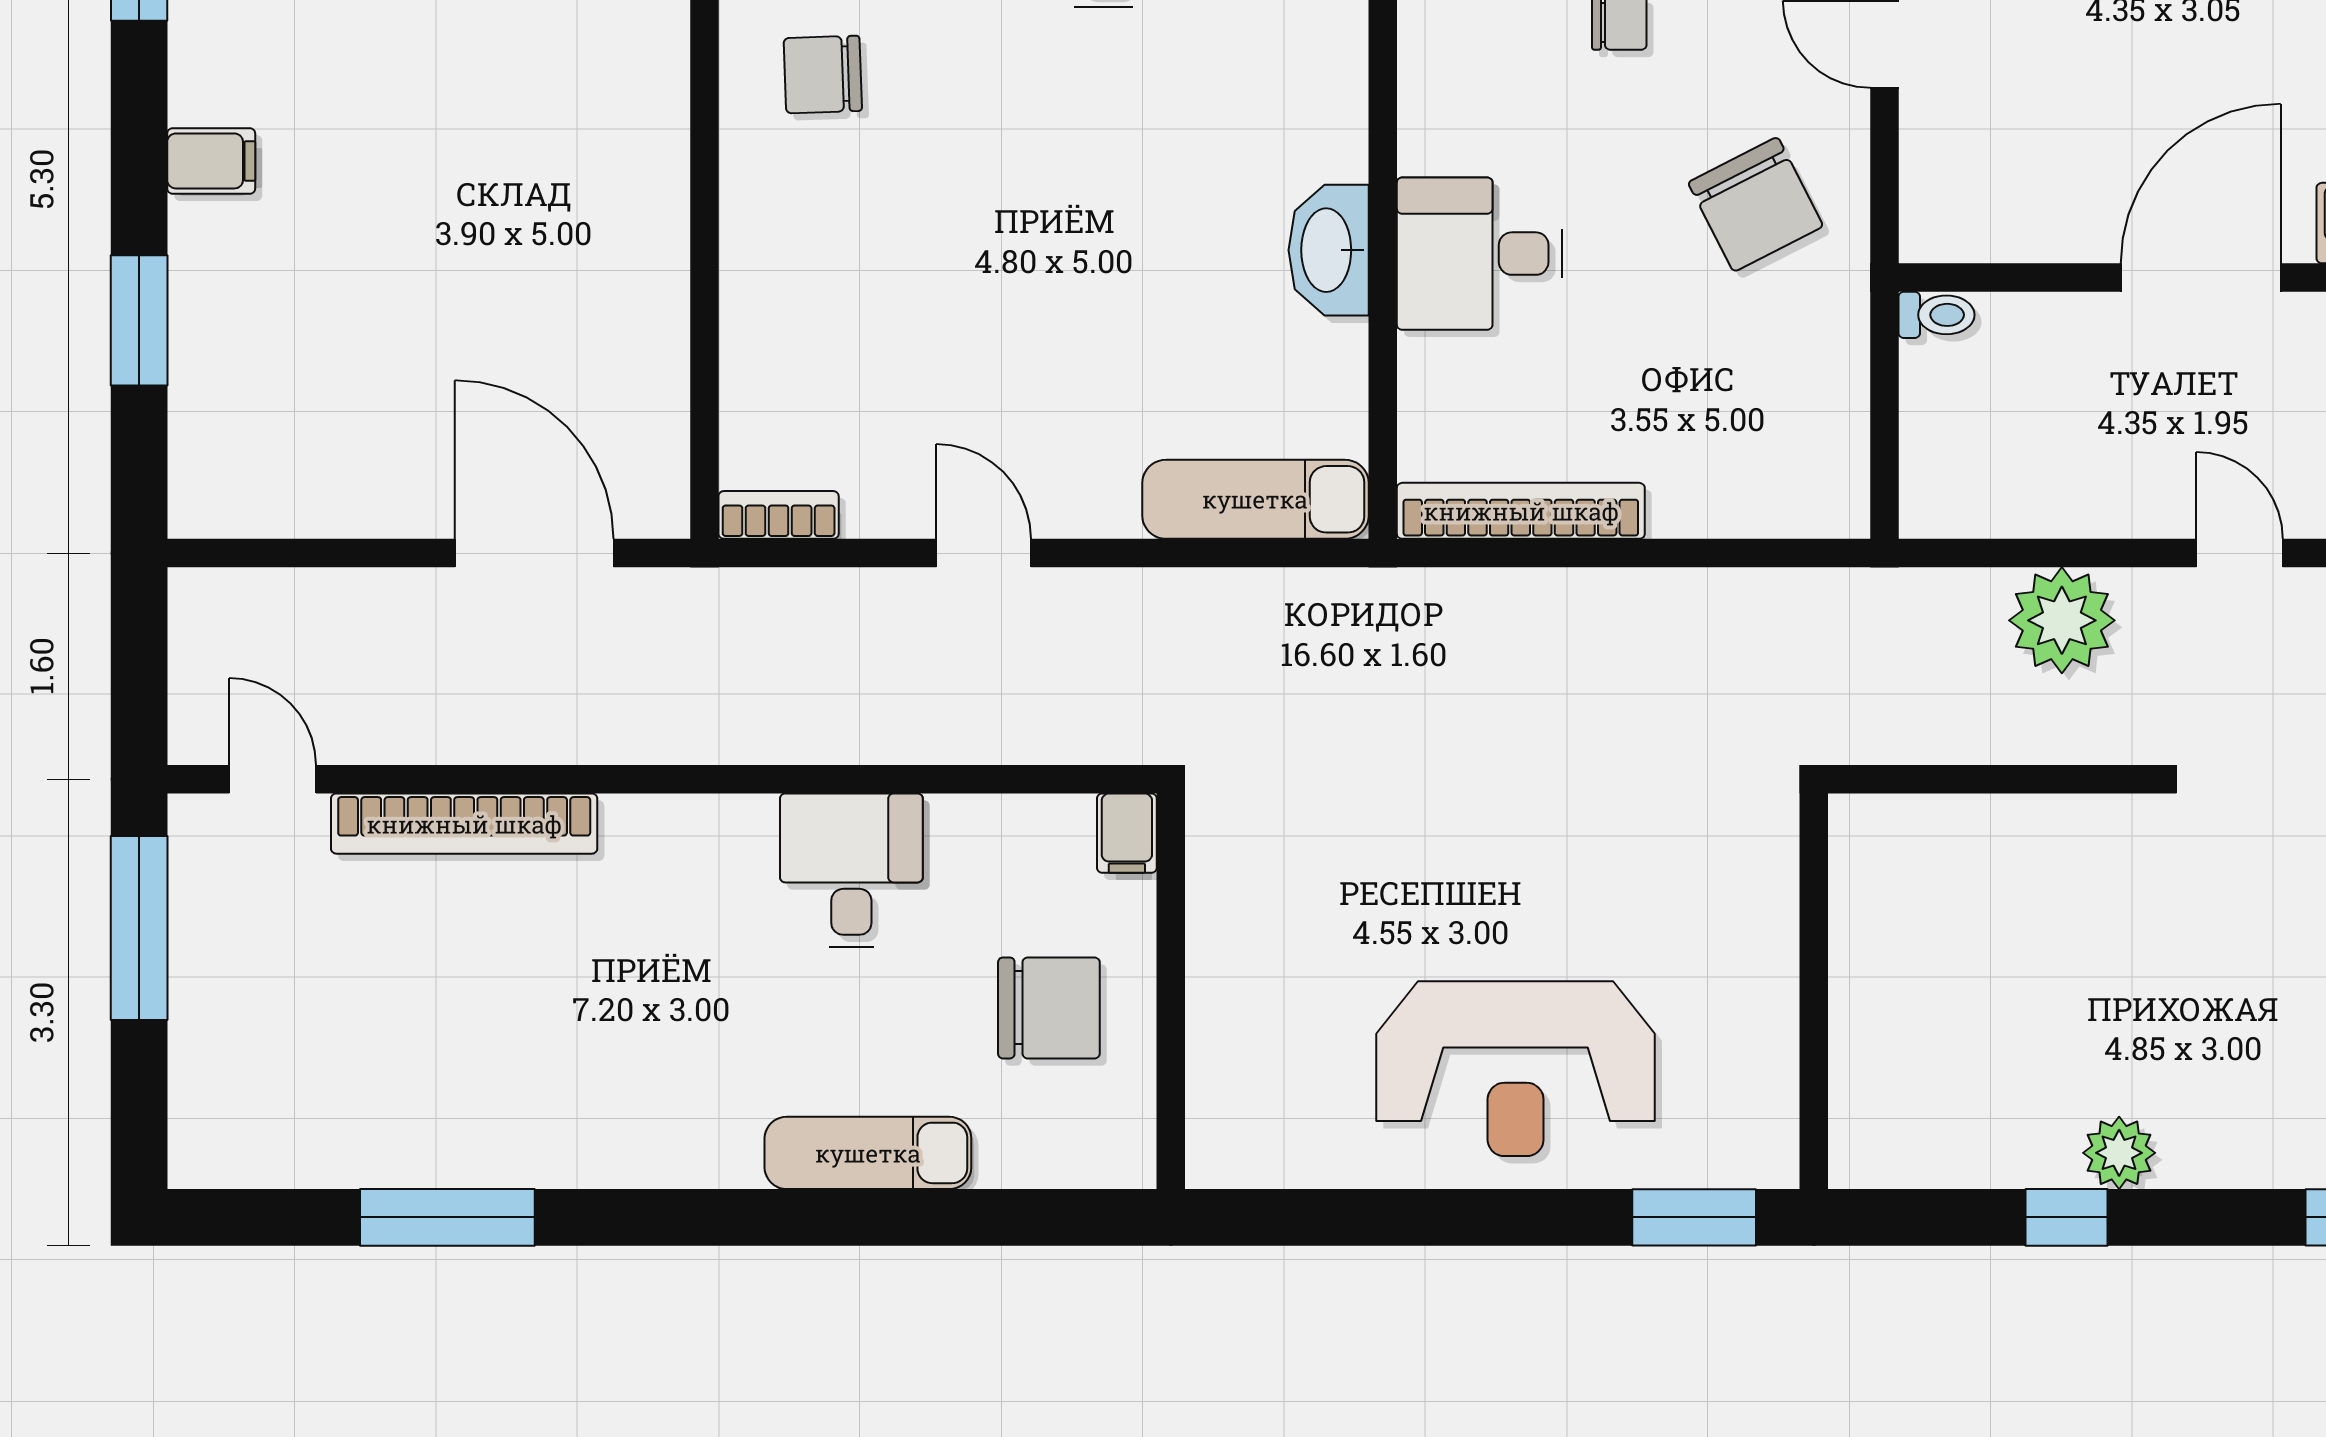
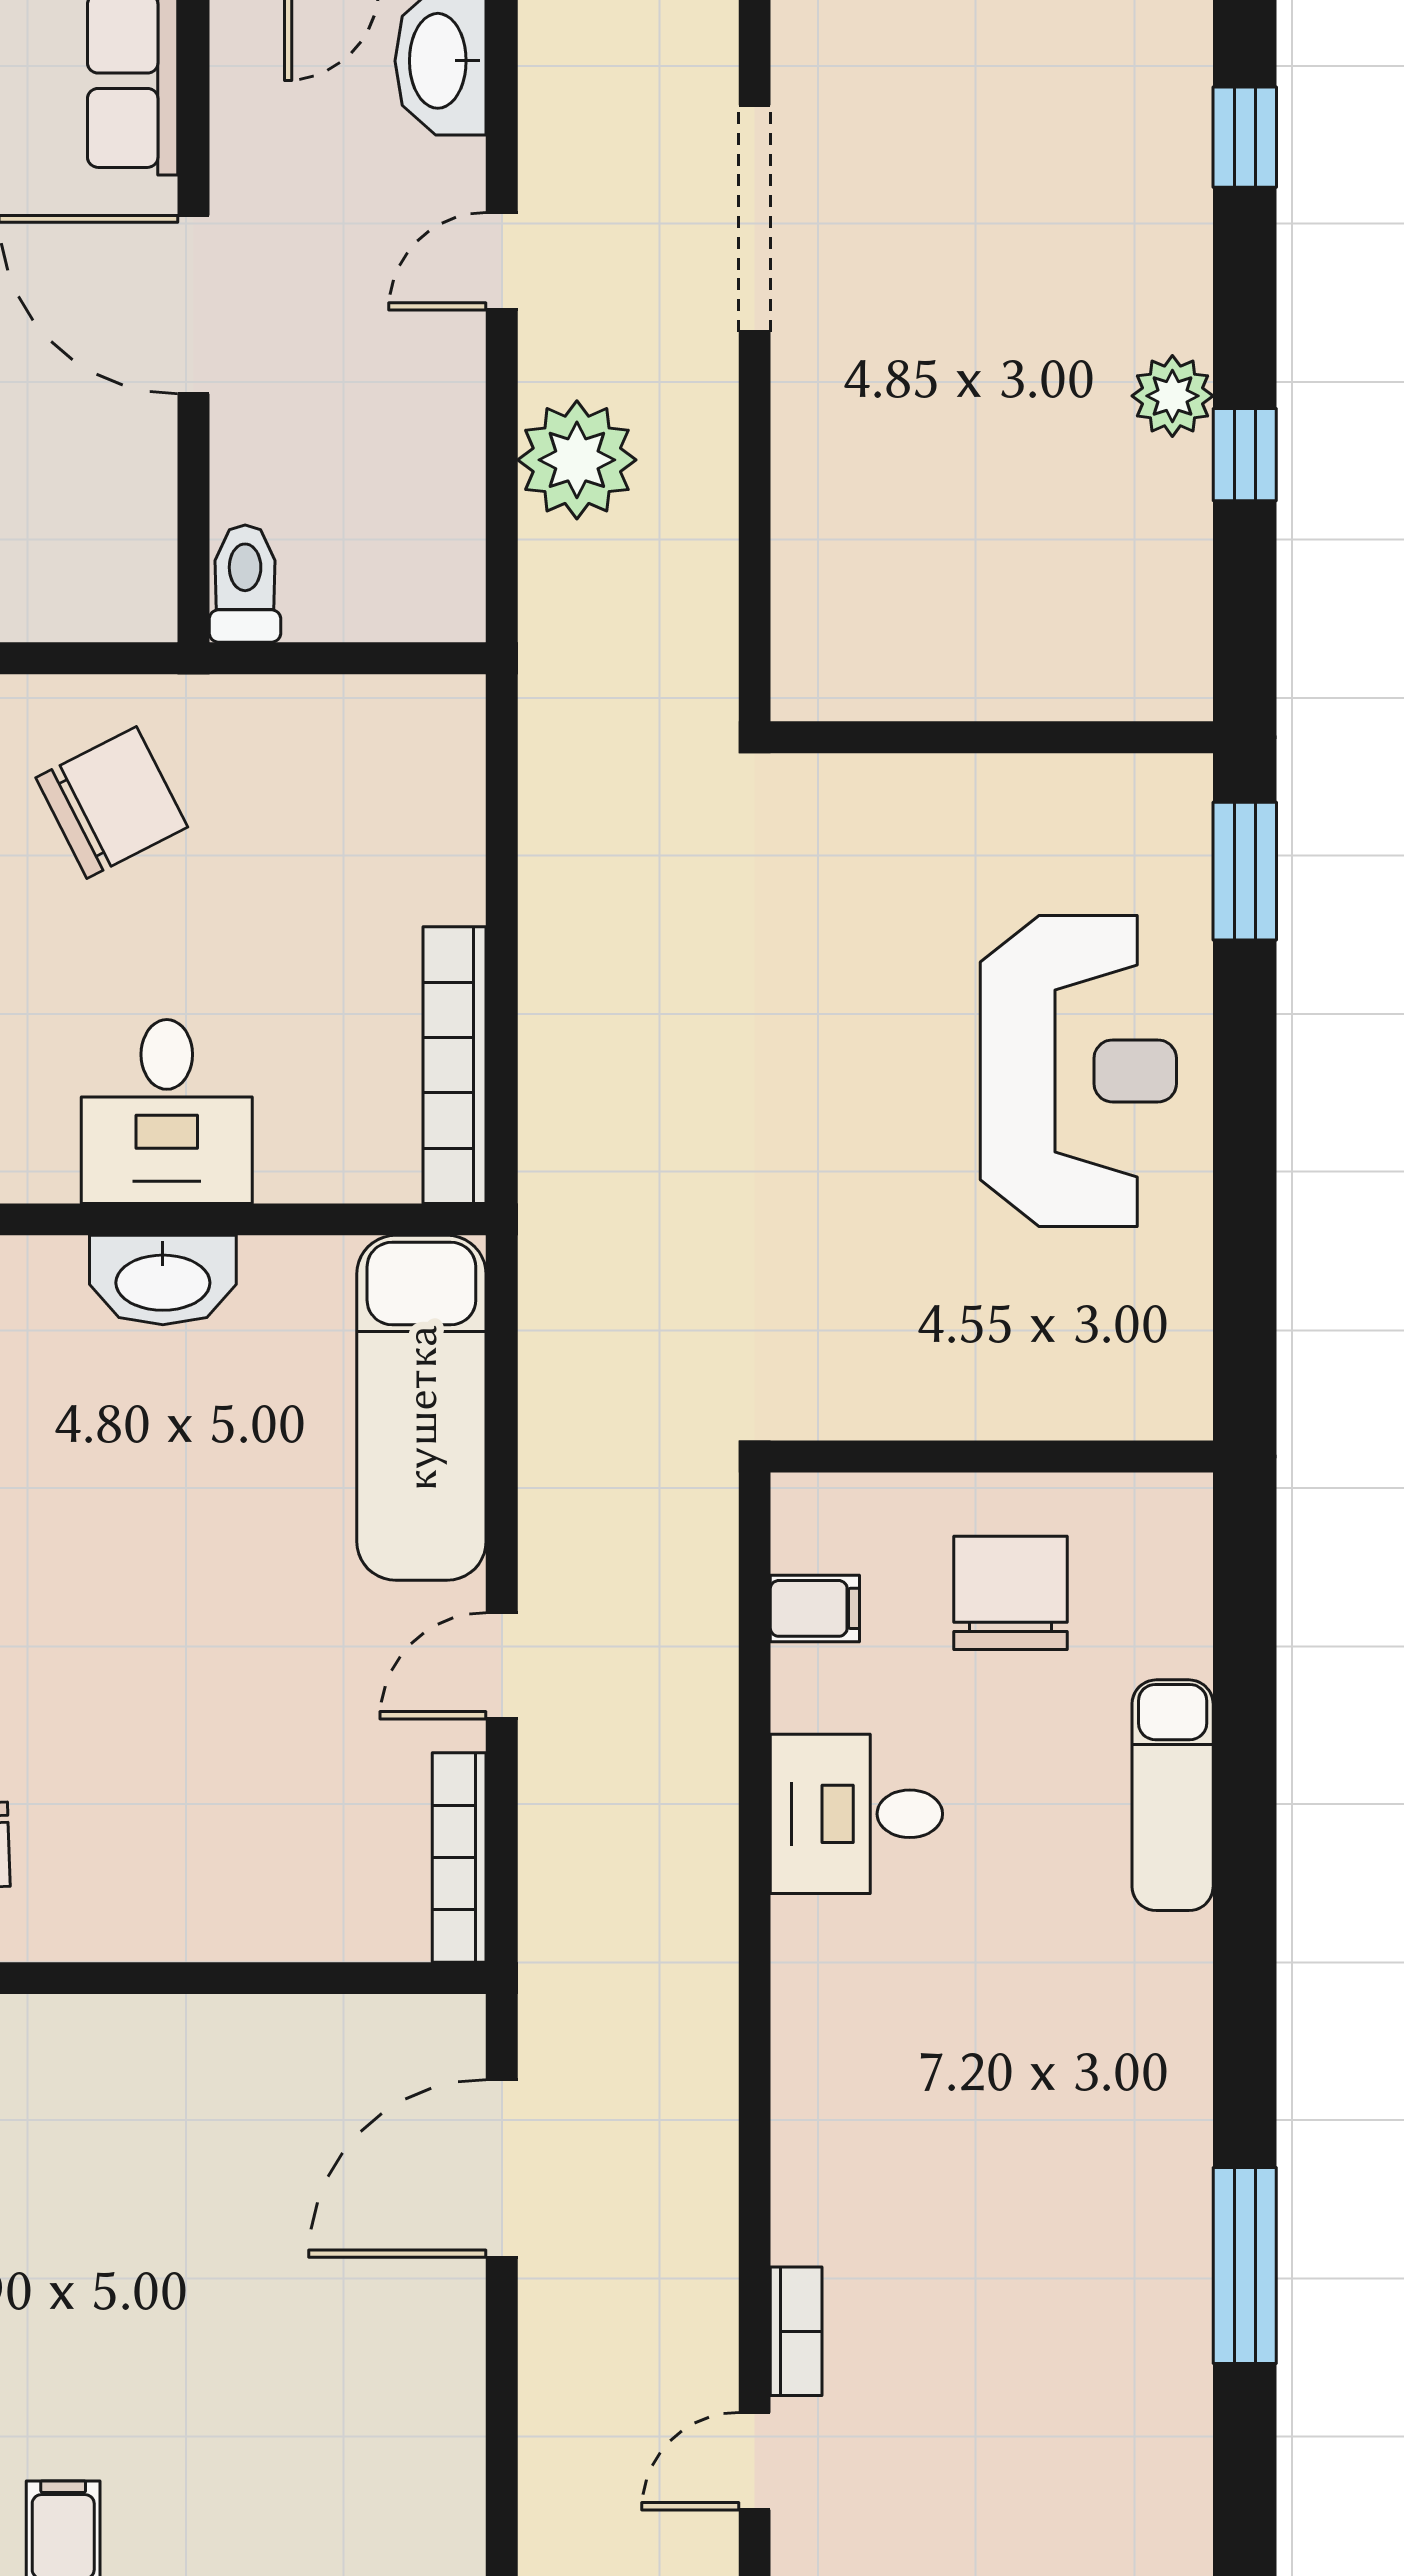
toilet: (1937, 315) -> (245, 584), width x1.37, depth x1.39
exam couch: (1255, 499) -> (421, 1408), width x1.36, depth x1.45
bookcase: (779, 515) -> (459, 1857), width x1.56
bookcase: (464, 824) -> (796, 2331), width x0.43, depth x0.76
filing cabinet: (1127, 833) -> (815, 1608), moved

